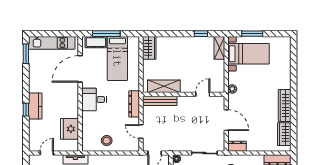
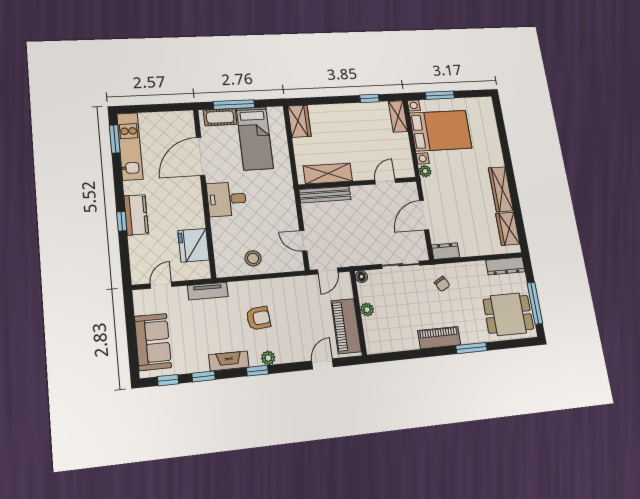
kitchen unit: (52, 43) -> (130, 146), moved, turned -90
bed with nightstands: (248, 54) -> (441, 131), width x1.36
dresser: (134, 104) -> (288, 201), removed
door: (226, 120) -> (424, 215), swing flipped

